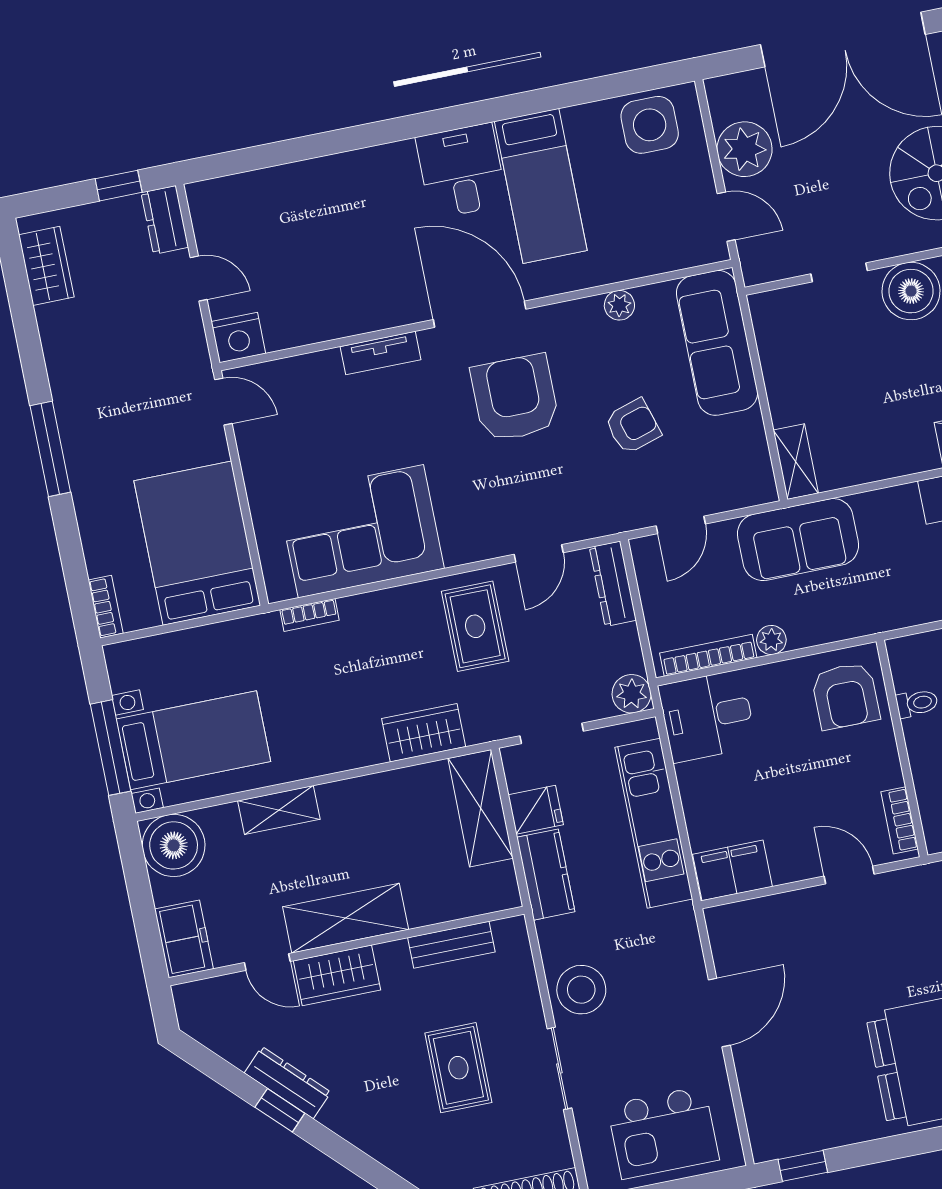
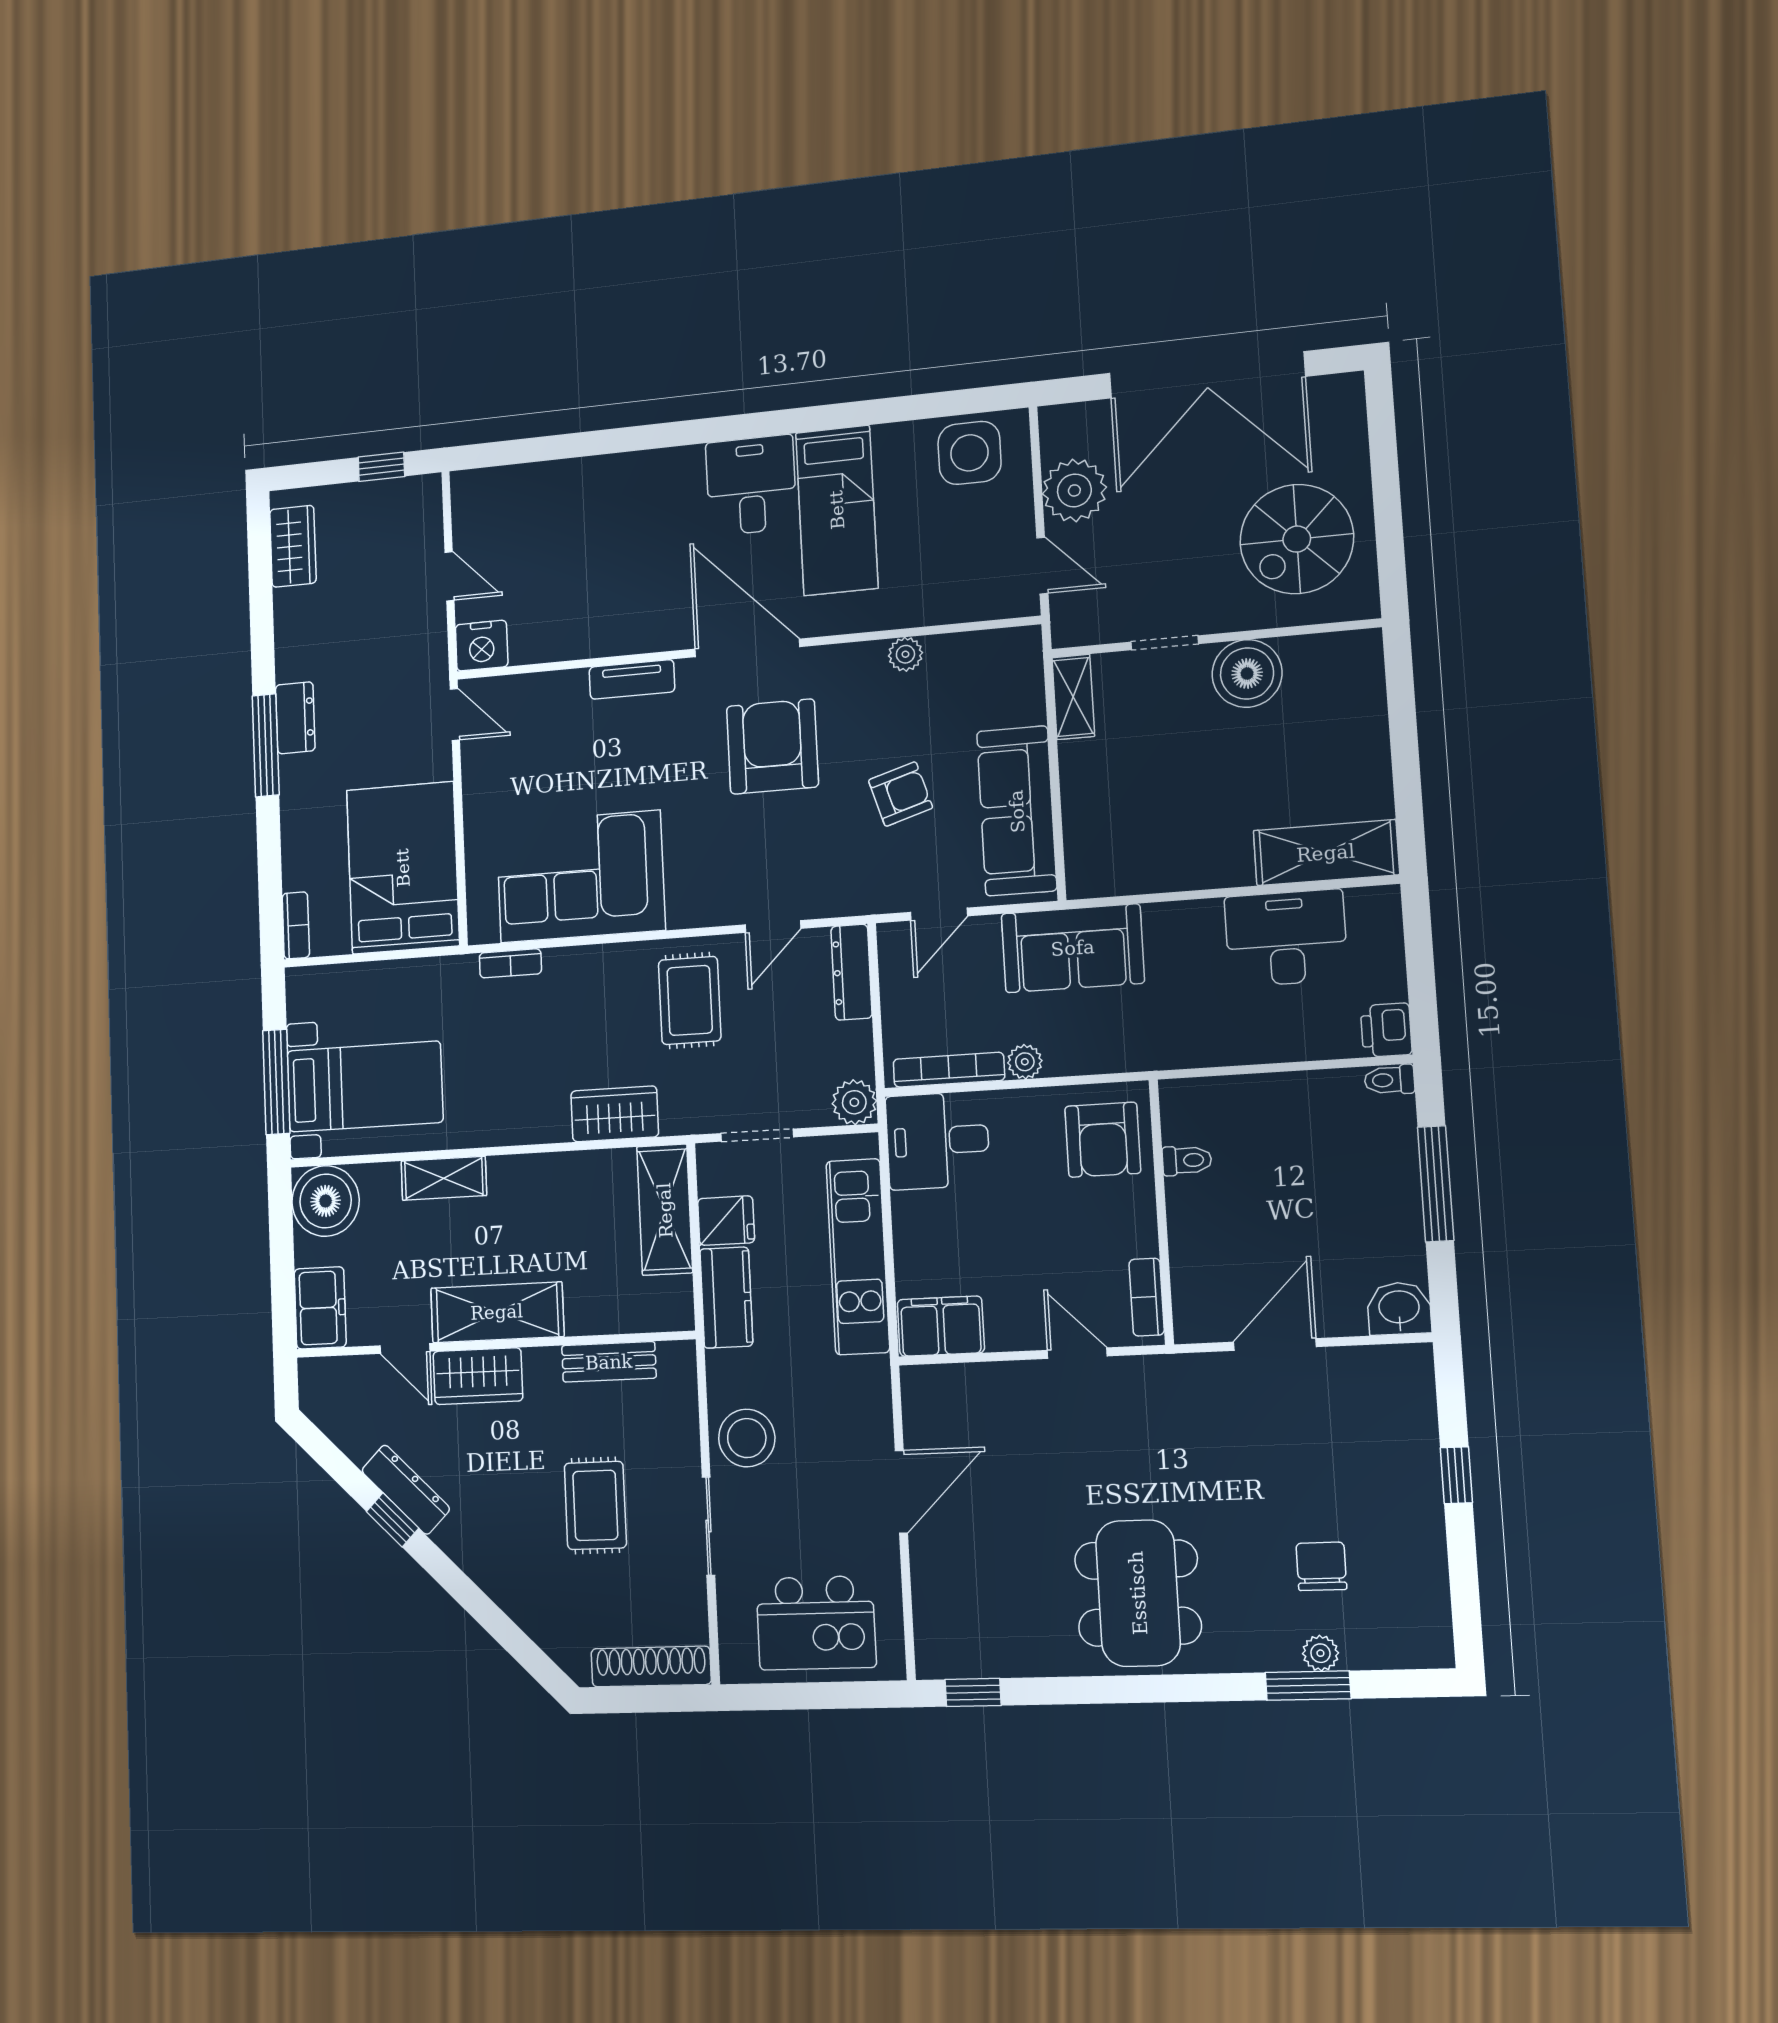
dresser: (165, 220) -> (295, 718), moved, turned 180
sofa: (717, 343) -> (1017, 811), moved
shelving: (796, 462) -> (1073, 697), moved

